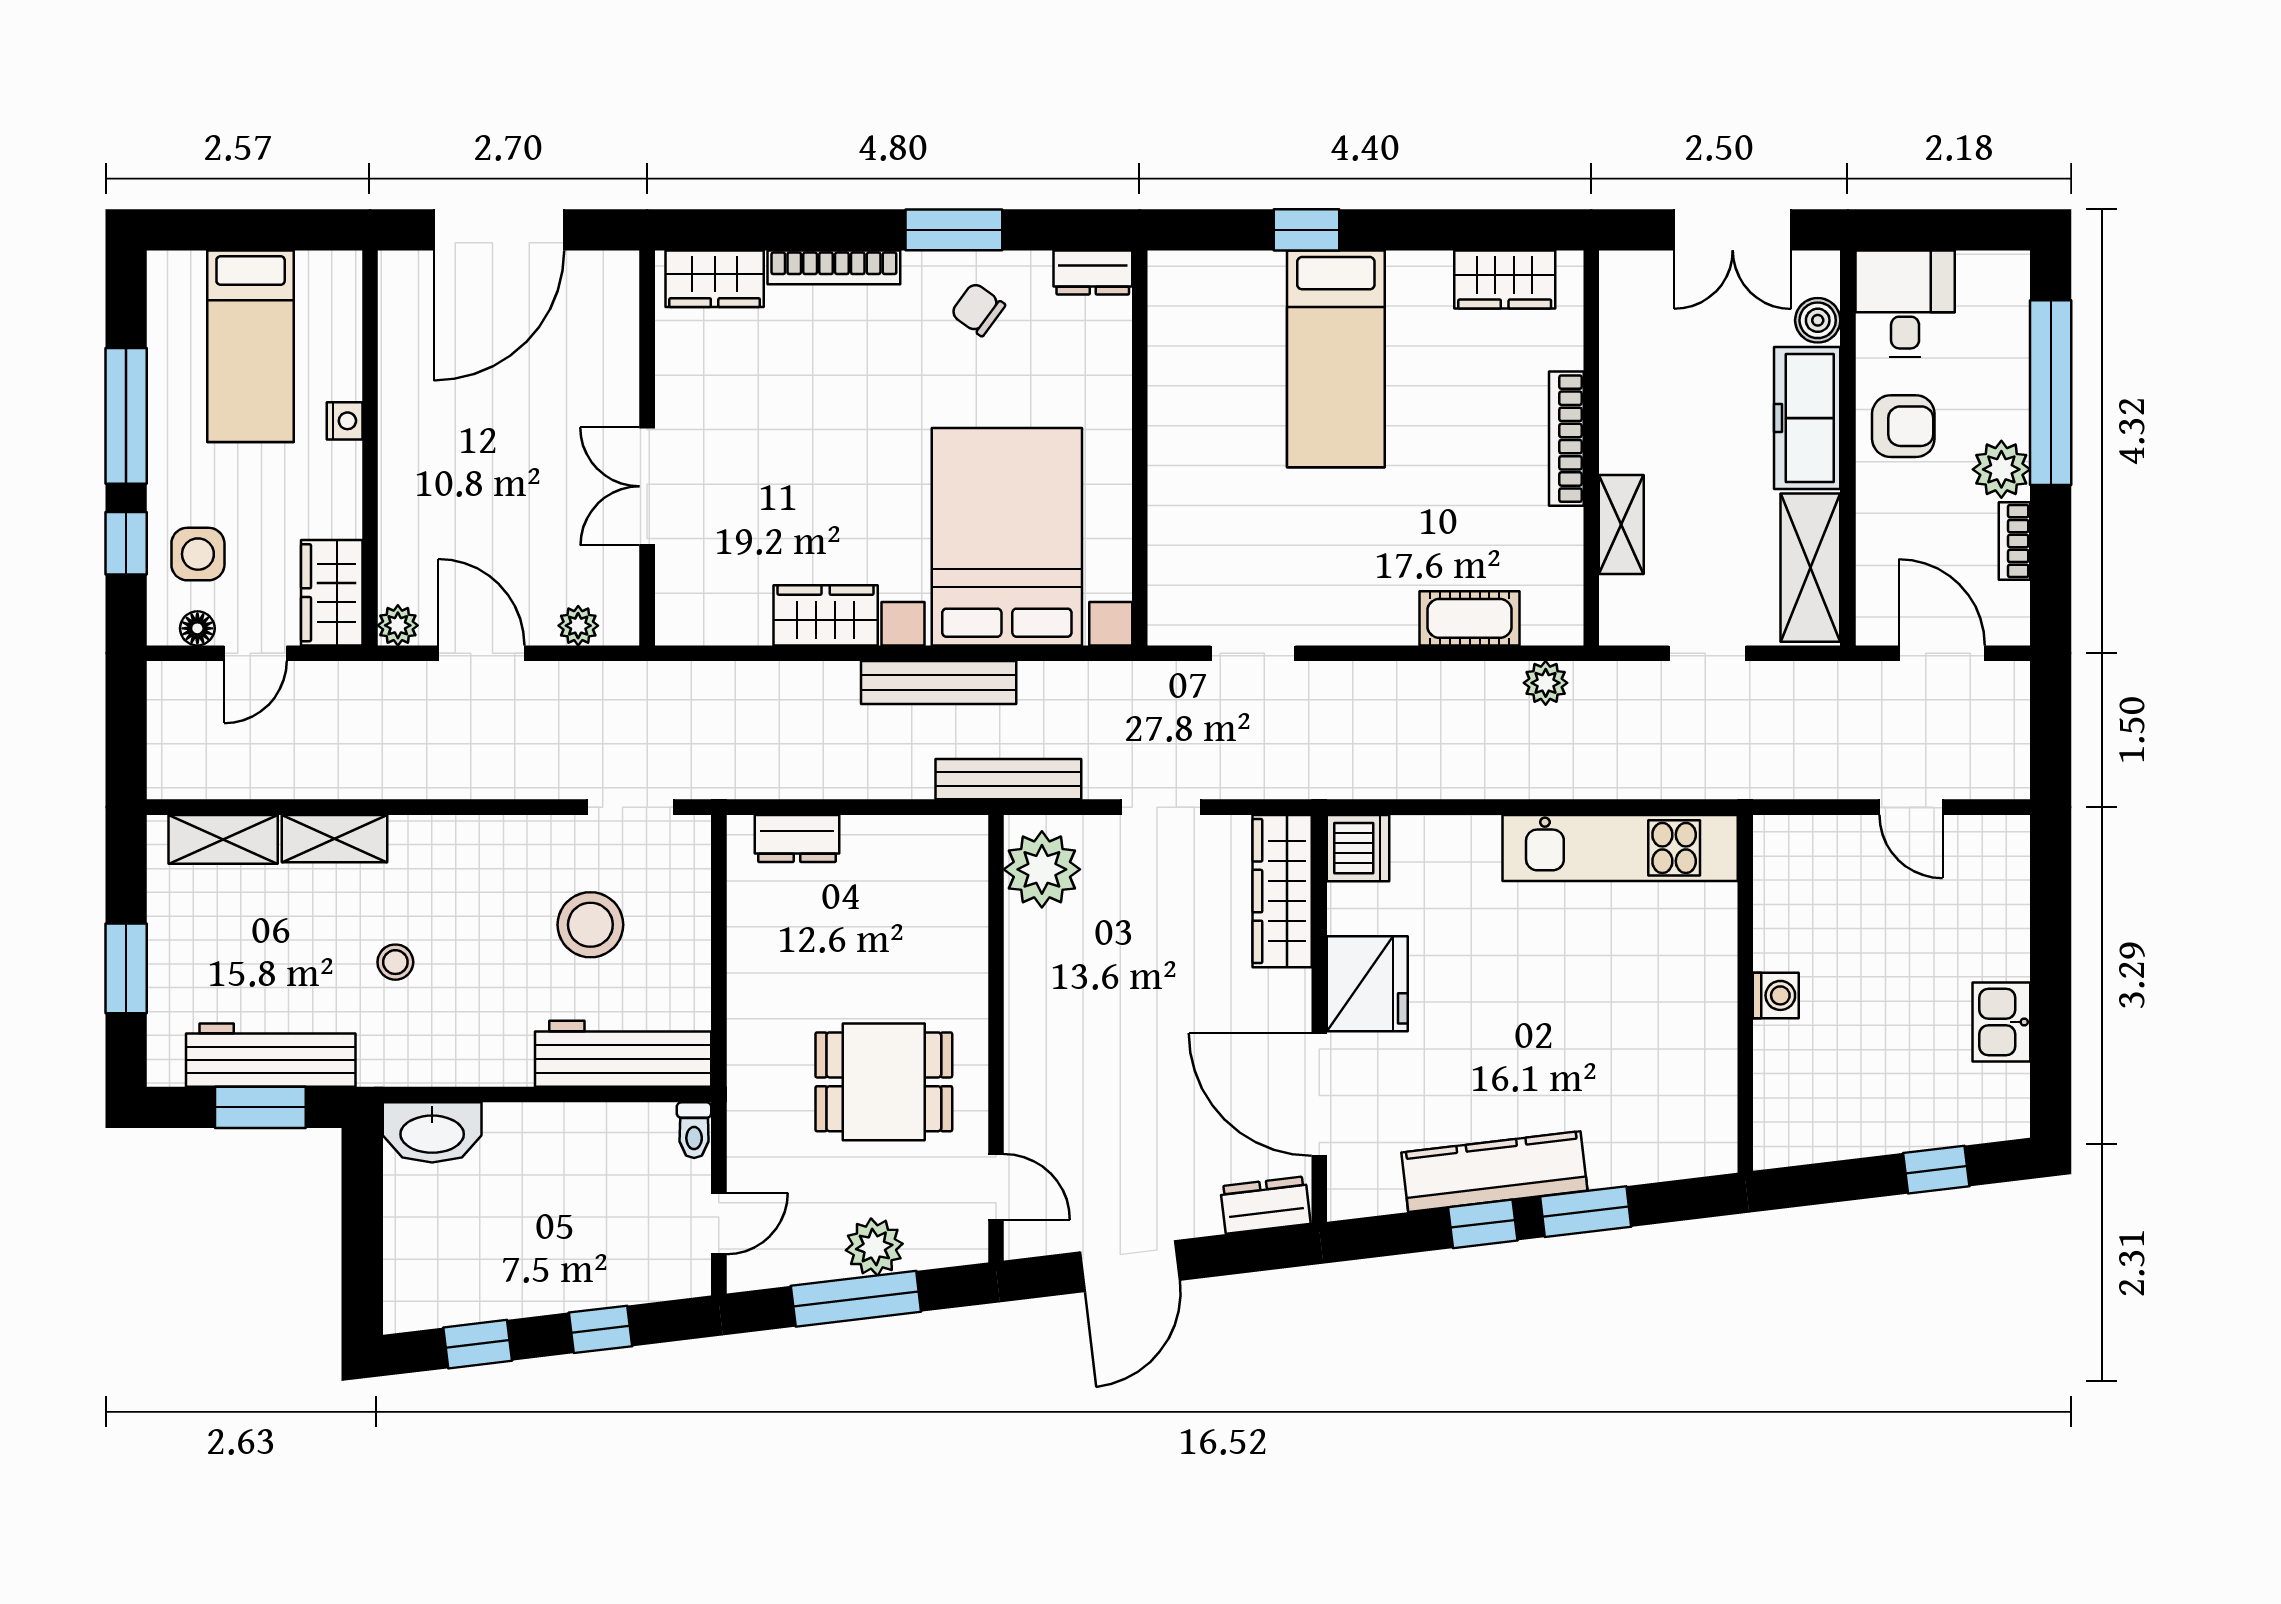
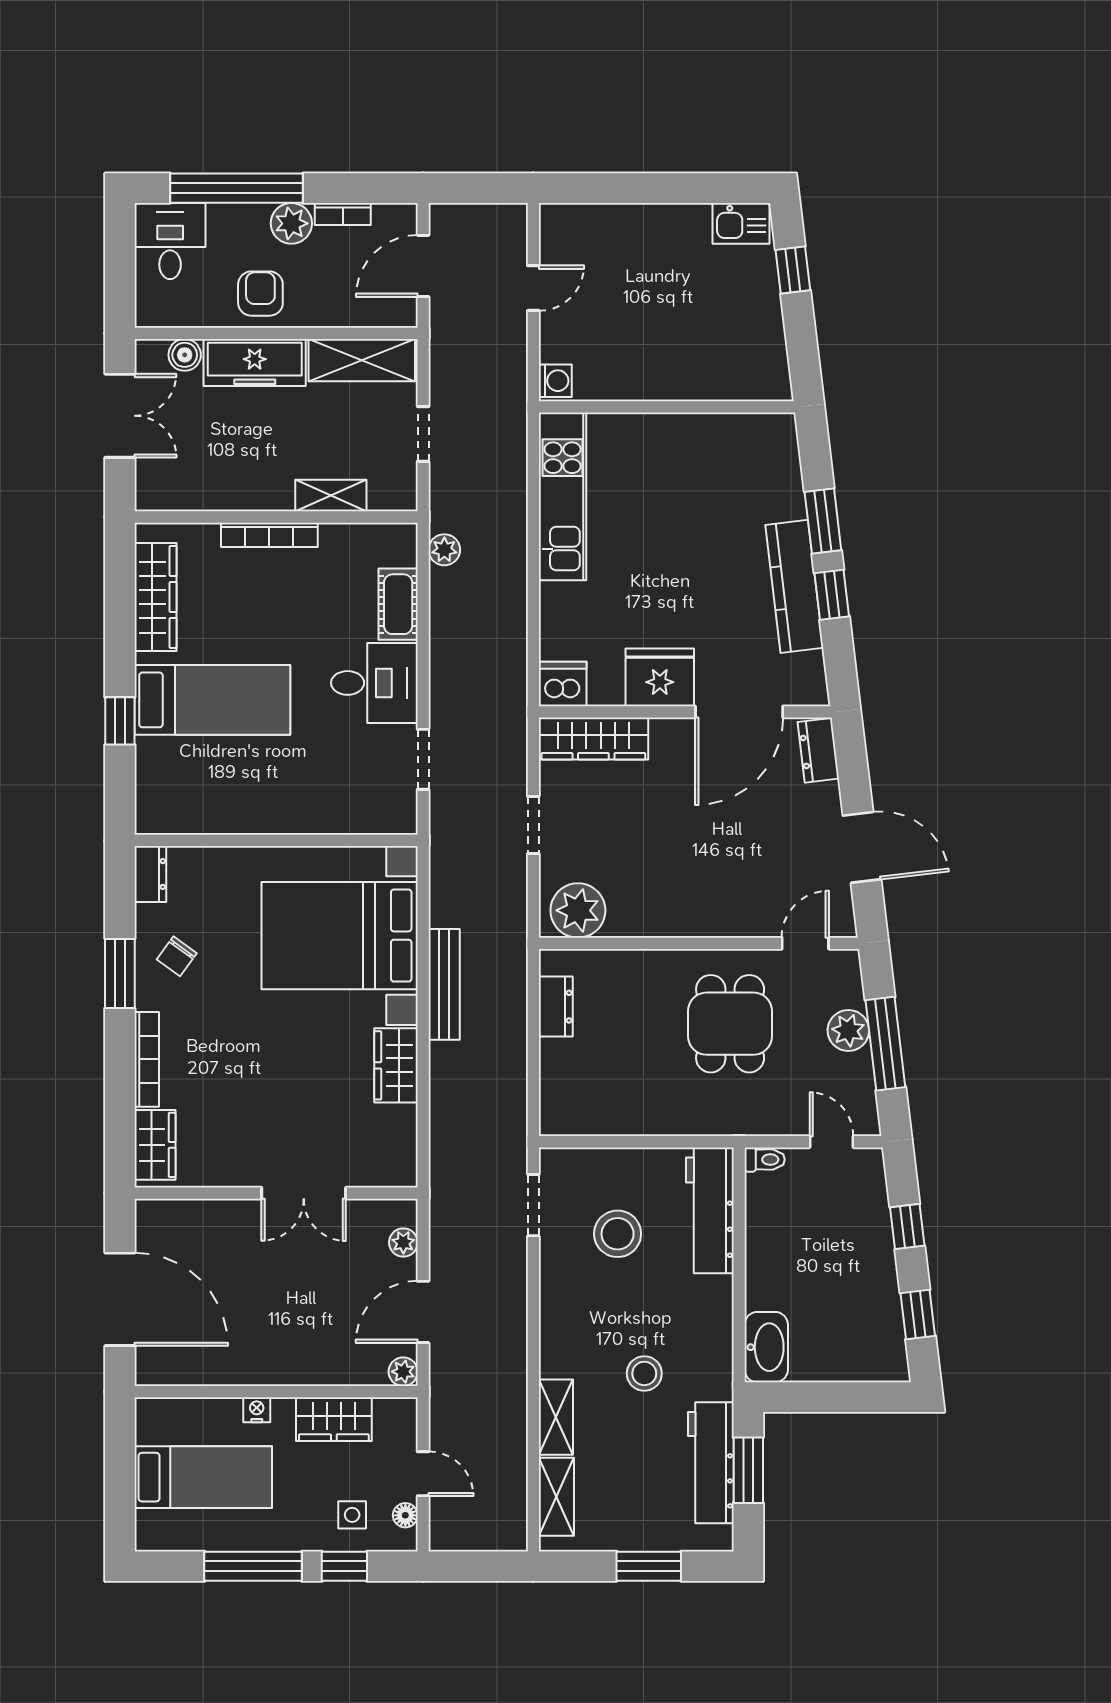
wardrobe: (1505, 280) -> (155, 597), width x1.50
desk: (1905, 304) -> (170, 241), moved, turned 90
side table: (198, 554) -> (352, 1515), width x0.73, depth x0.73
desk: (1360, 585) -> (374, 683), added
wardrobe: (332, 593) -> (334, 1419), moved
bench: (1008, 779) -> (513, 934), removed
dresser: (797, 839) -> (556, 1007), moved
stool: (395, 962) -> (644, 1373), width x1.37, depth x1.37
washing machine: (1776, 995) -> (555, 381), moved, turned 90
kitchen sink: (2001, 1022) -> (741, 223), moved

